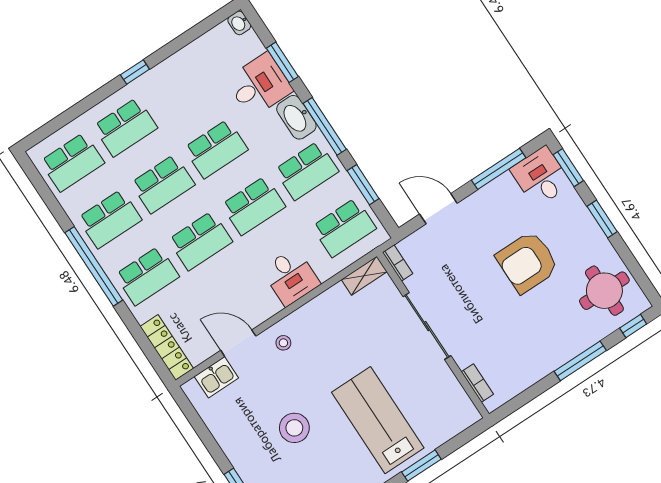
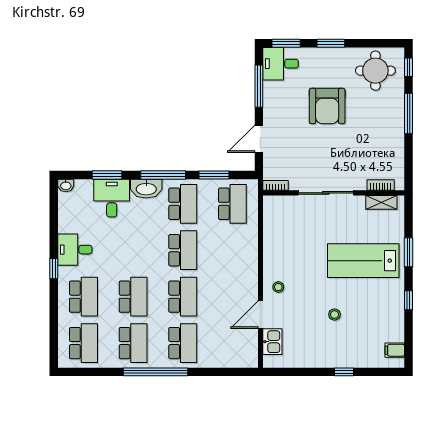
school desk: (216, 149) -> (133, 250), removed
shelving: (364, 276) -> (381, 202), moved, turned 90
desk: (291, 277) -> (75, 250), moved, turned 180
locker: (167, 347) -> (234, 360), removed
stool: (294, 428) -> (335, 315), width x0.53, depth x0.53

